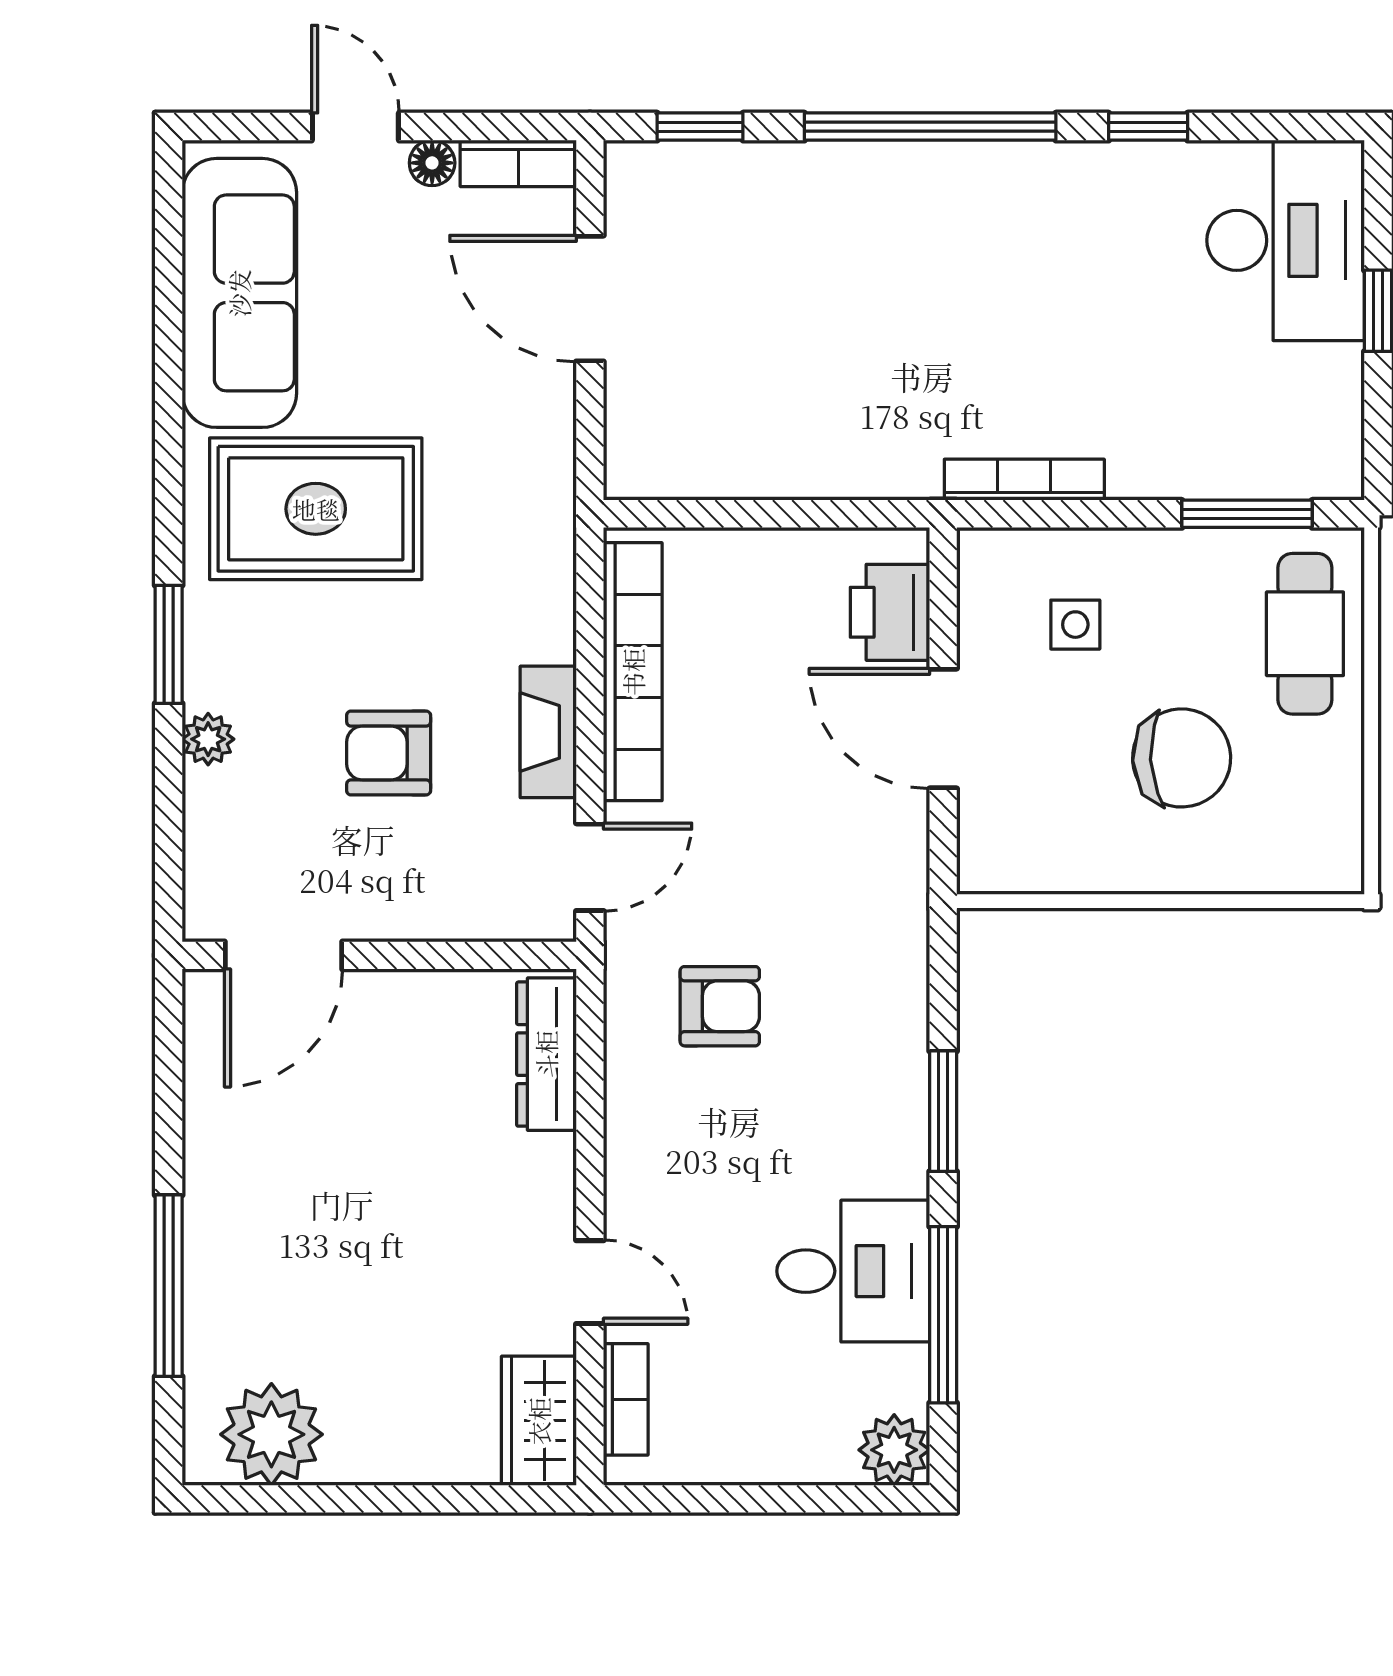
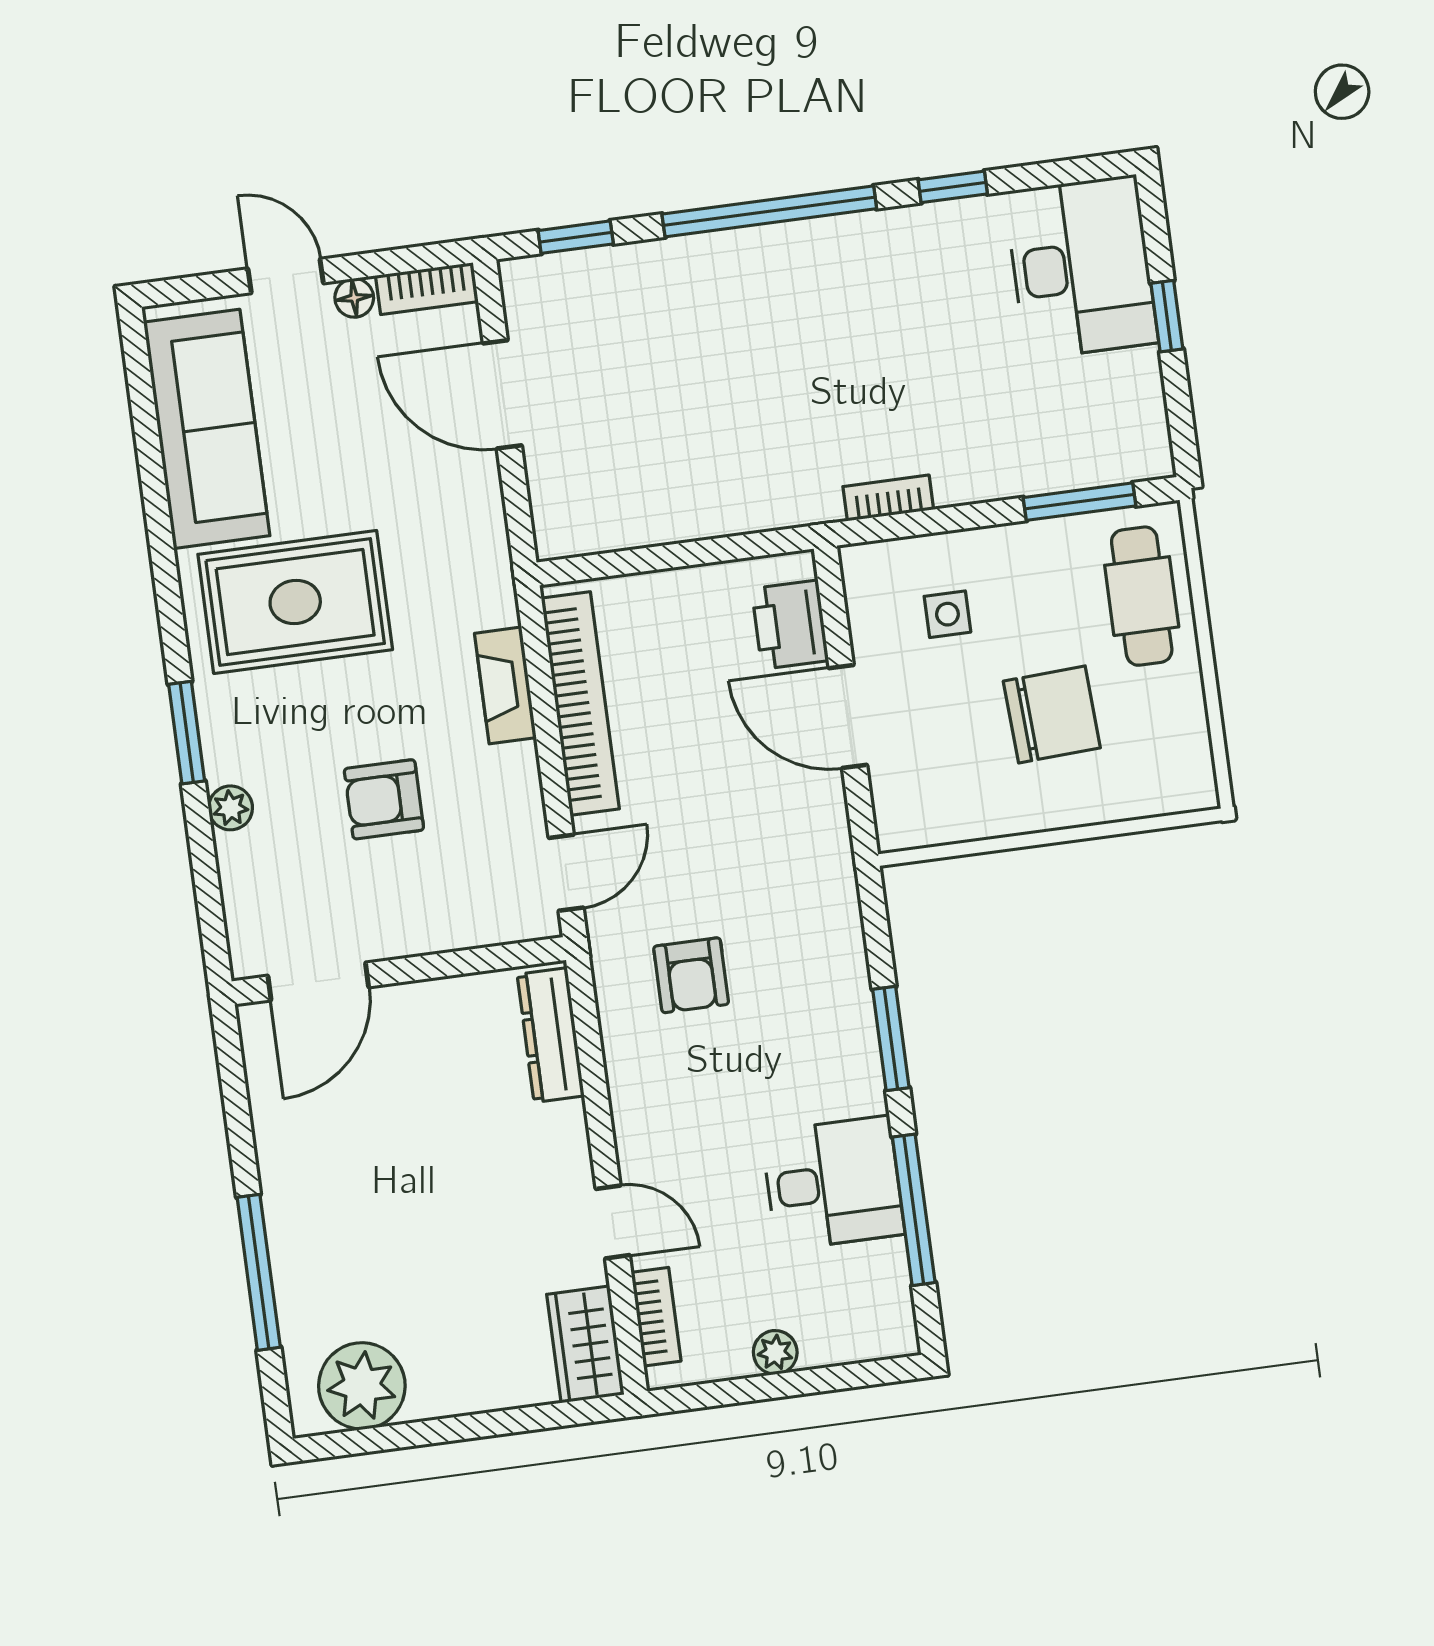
bookcase: (1024, 480) -> (888, 498), width x0.64
fireplace: (548, 732) -> (505, 685), moved
armchair: (720, 1006) -> (691, 975), turned 90
plant: (894, 1450) -> (775, 1352), moved, width x0.73, depth x0.73

